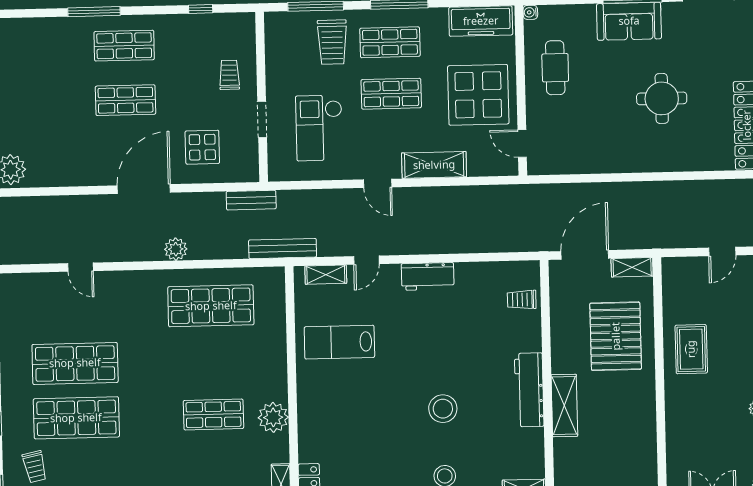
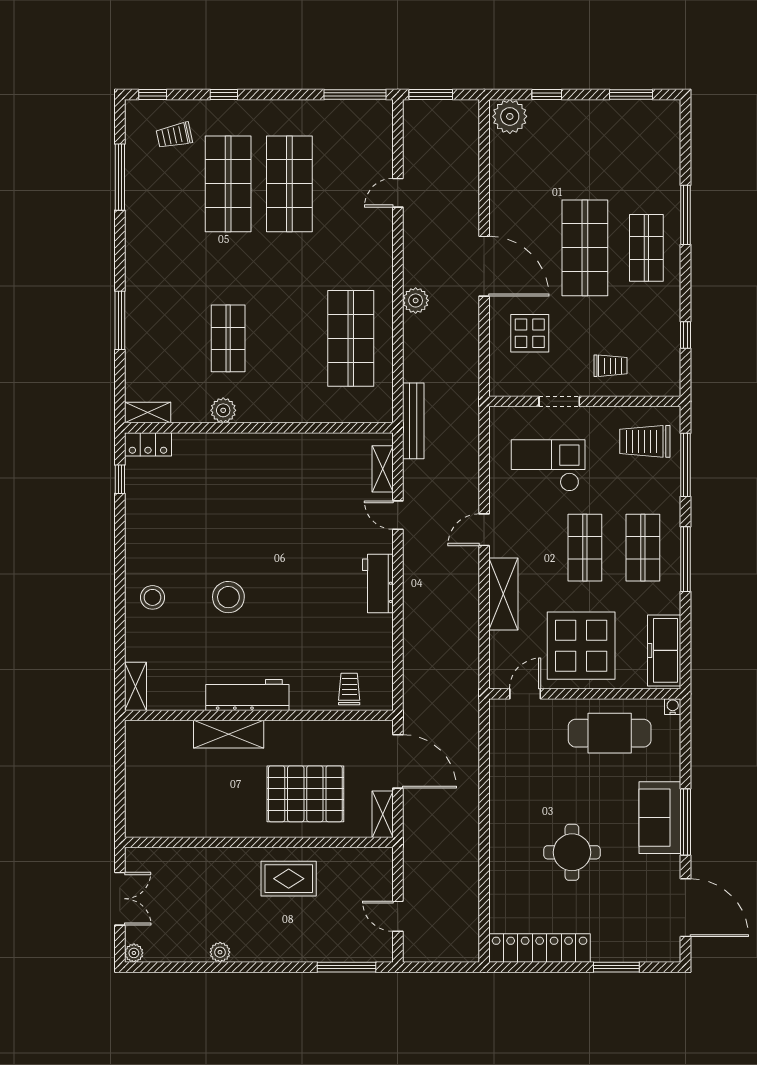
trolley: (332, 42) -> (645, 441), moved
cafe table: (555, 68) -> (610, 733), width x1.37, depth x1.35
shop shelf: (125, 100) -> (585, 248), width x1.43, depth x1.36
bench: (251, 200) -> (469, 387), removed
lab bench: (339, 342) -> (306, 482), removed
plant: (273, 417) -> (223, 410), width x0.73, depth x0.73

